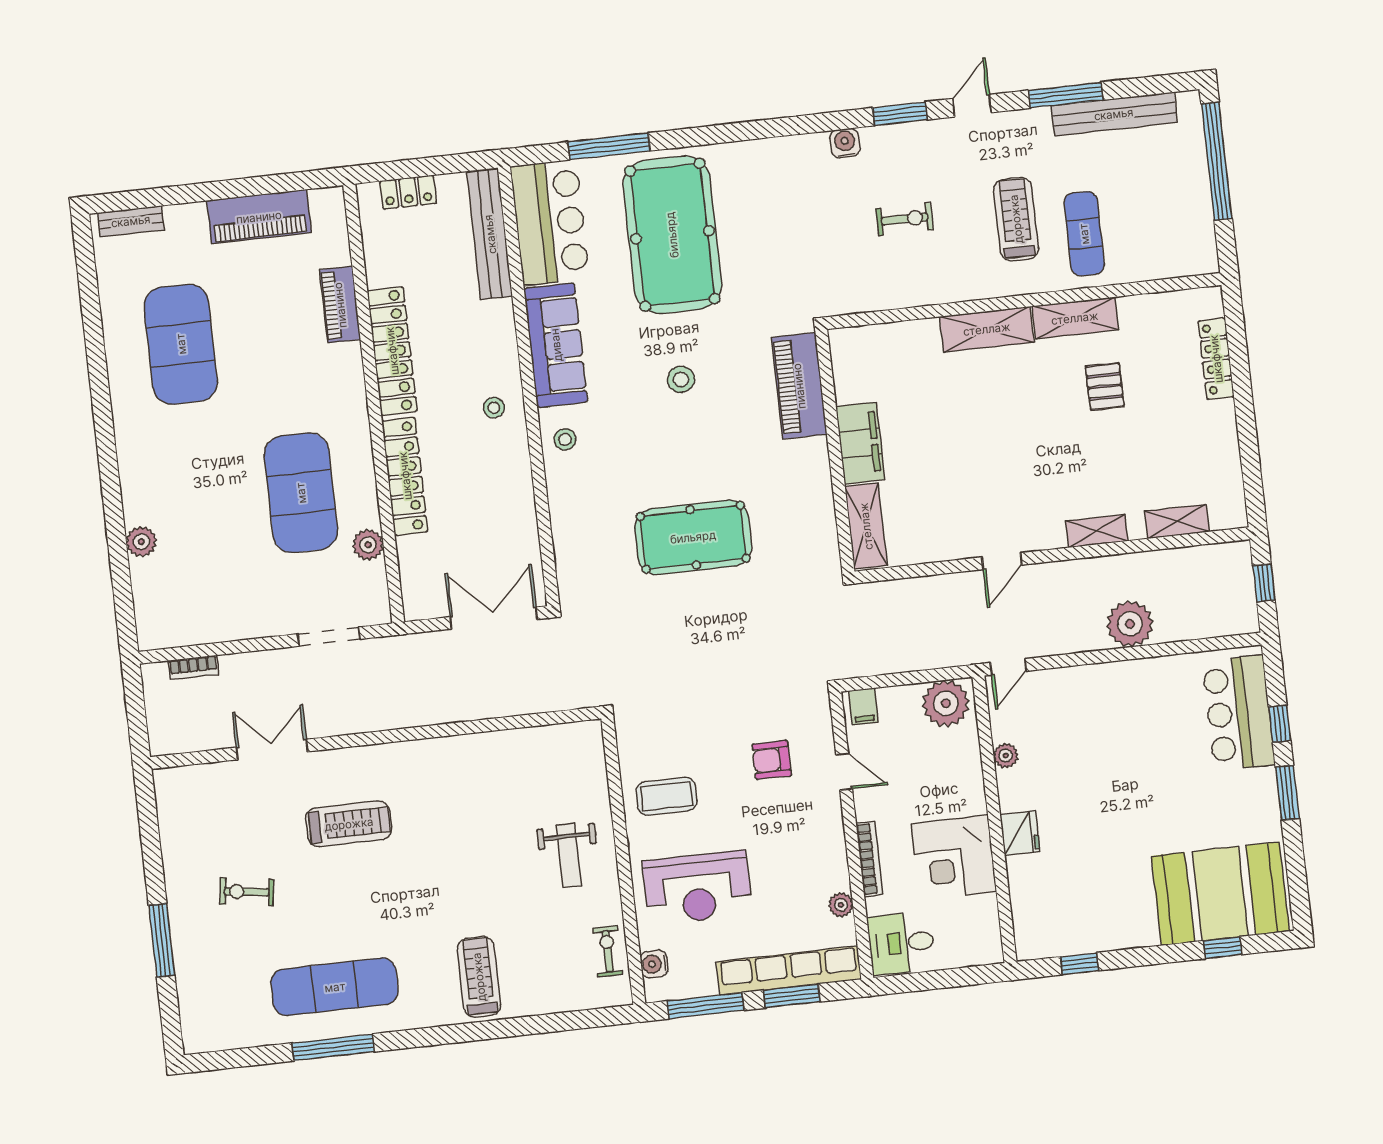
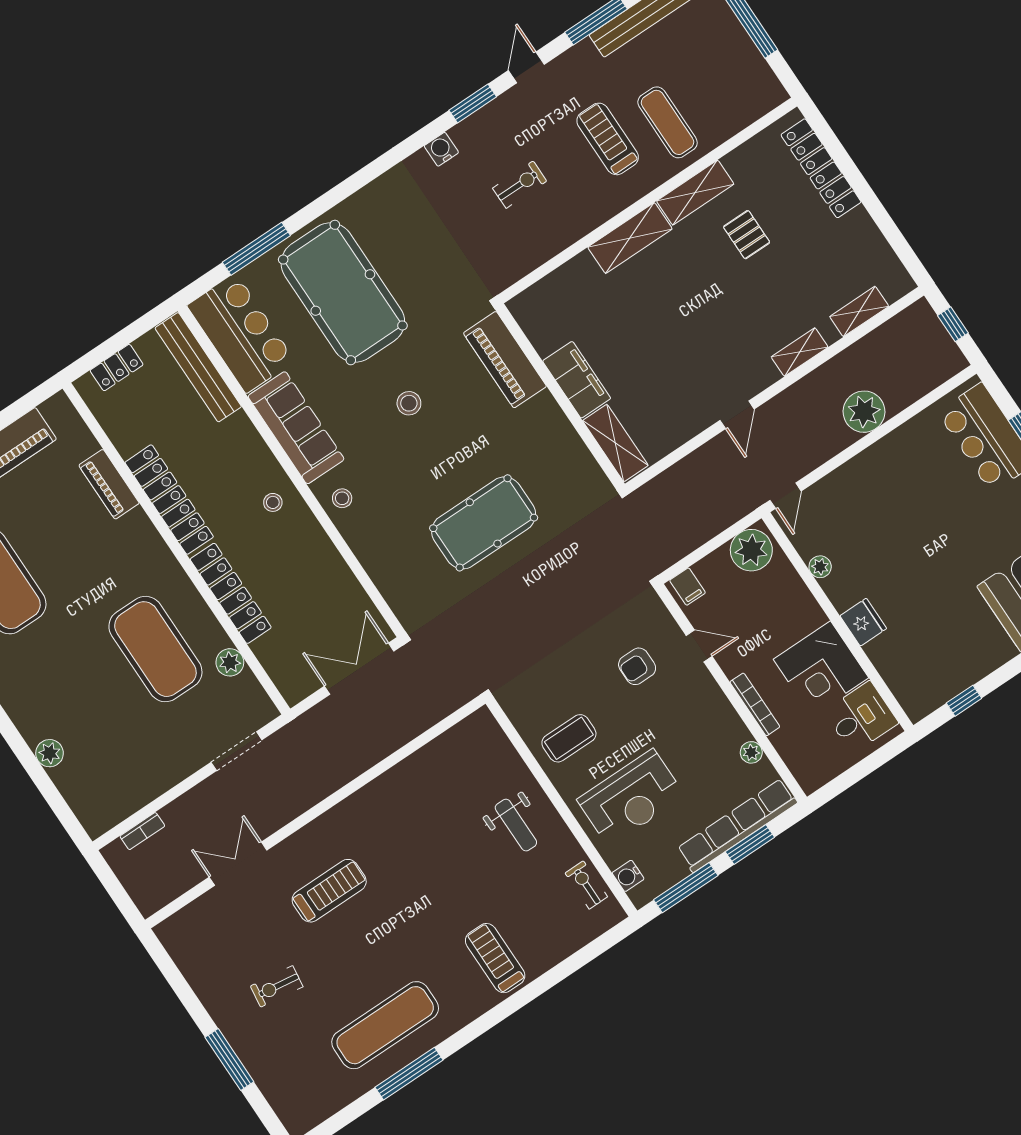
locker: (1216, 359) -> (821, 168), width x1.41, depth x1.21
desk: (901, 943) -> (861, 717), moved, turned 180

